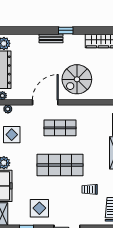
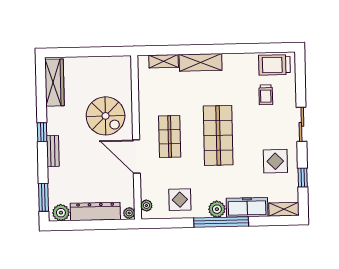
window: (16, 30) -> (44, 197), added
trolley: (90, 189) -> (266, 95), moved

